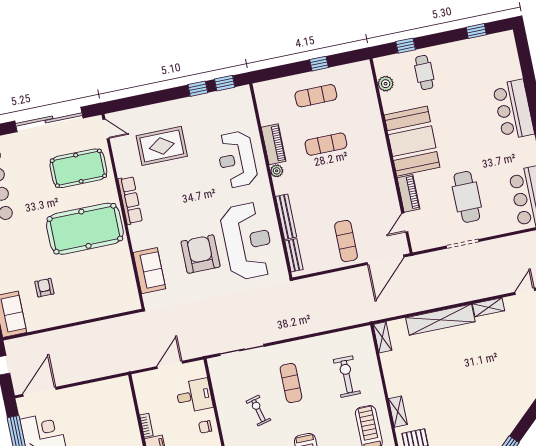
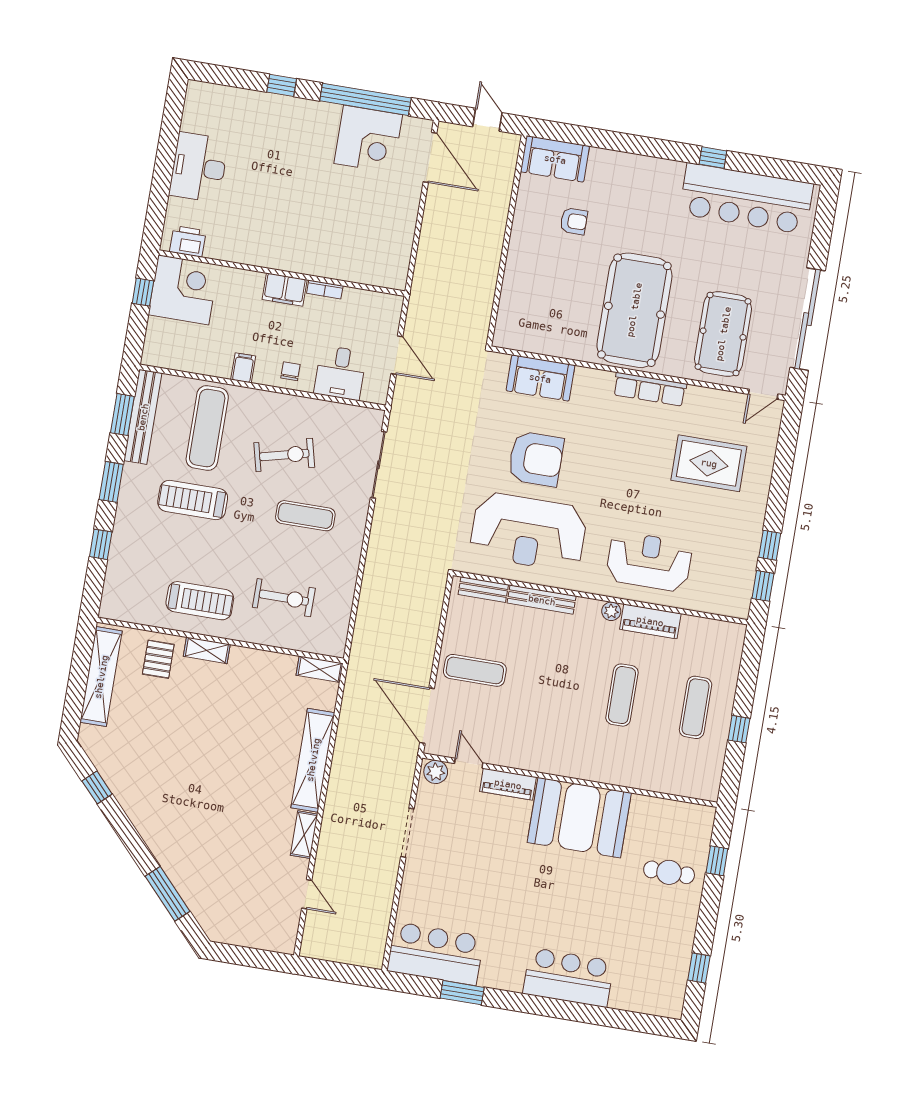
plant: (386, 84) -> (436, 772), moved
rug: (162, 146) -> (709, 463), turned 90
cafe table: (467, 197) -> (471, 864), removed
exercise bike: (258, 411) -> (284, 455), width x1.38, depth x1.39

